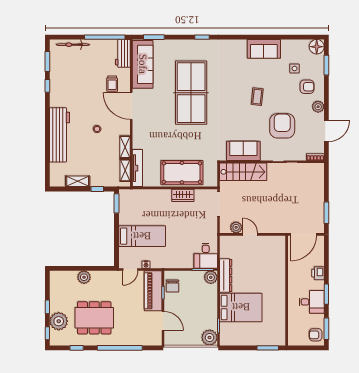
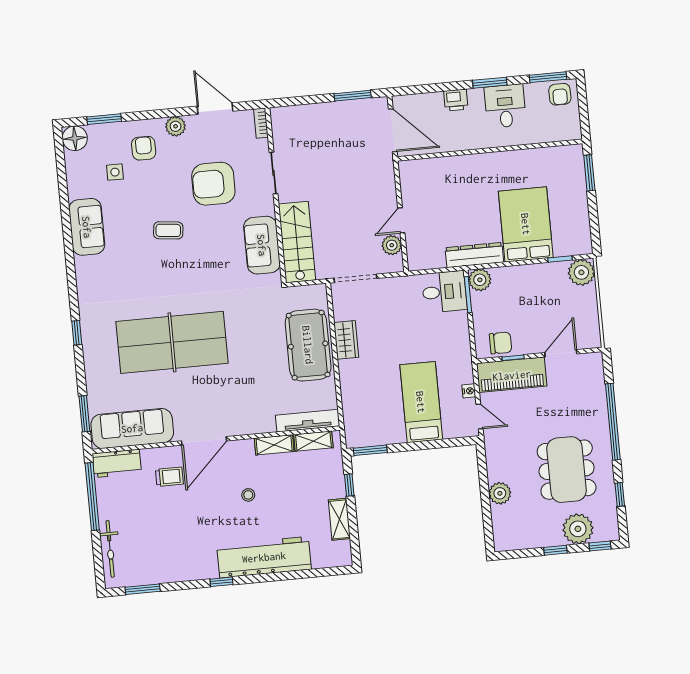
window: (47, 86) -> (221, 582), moved

